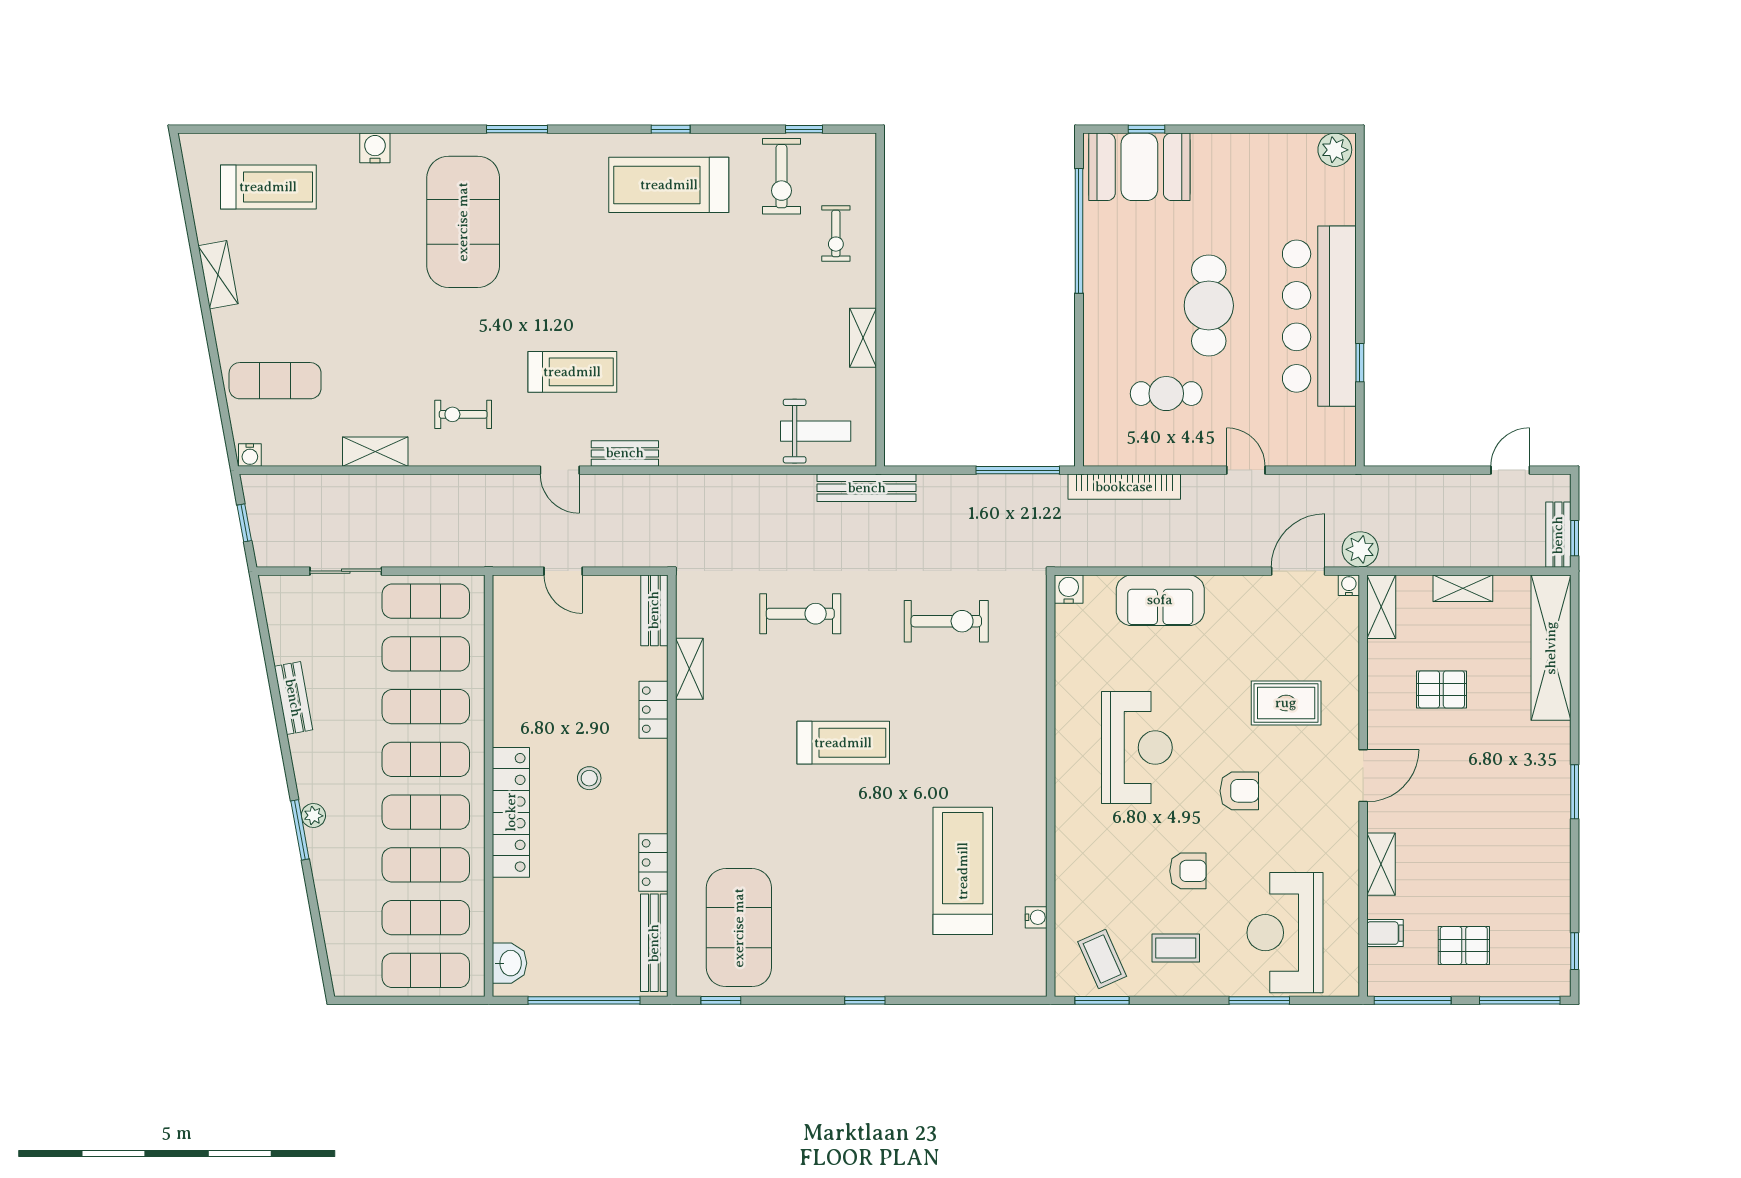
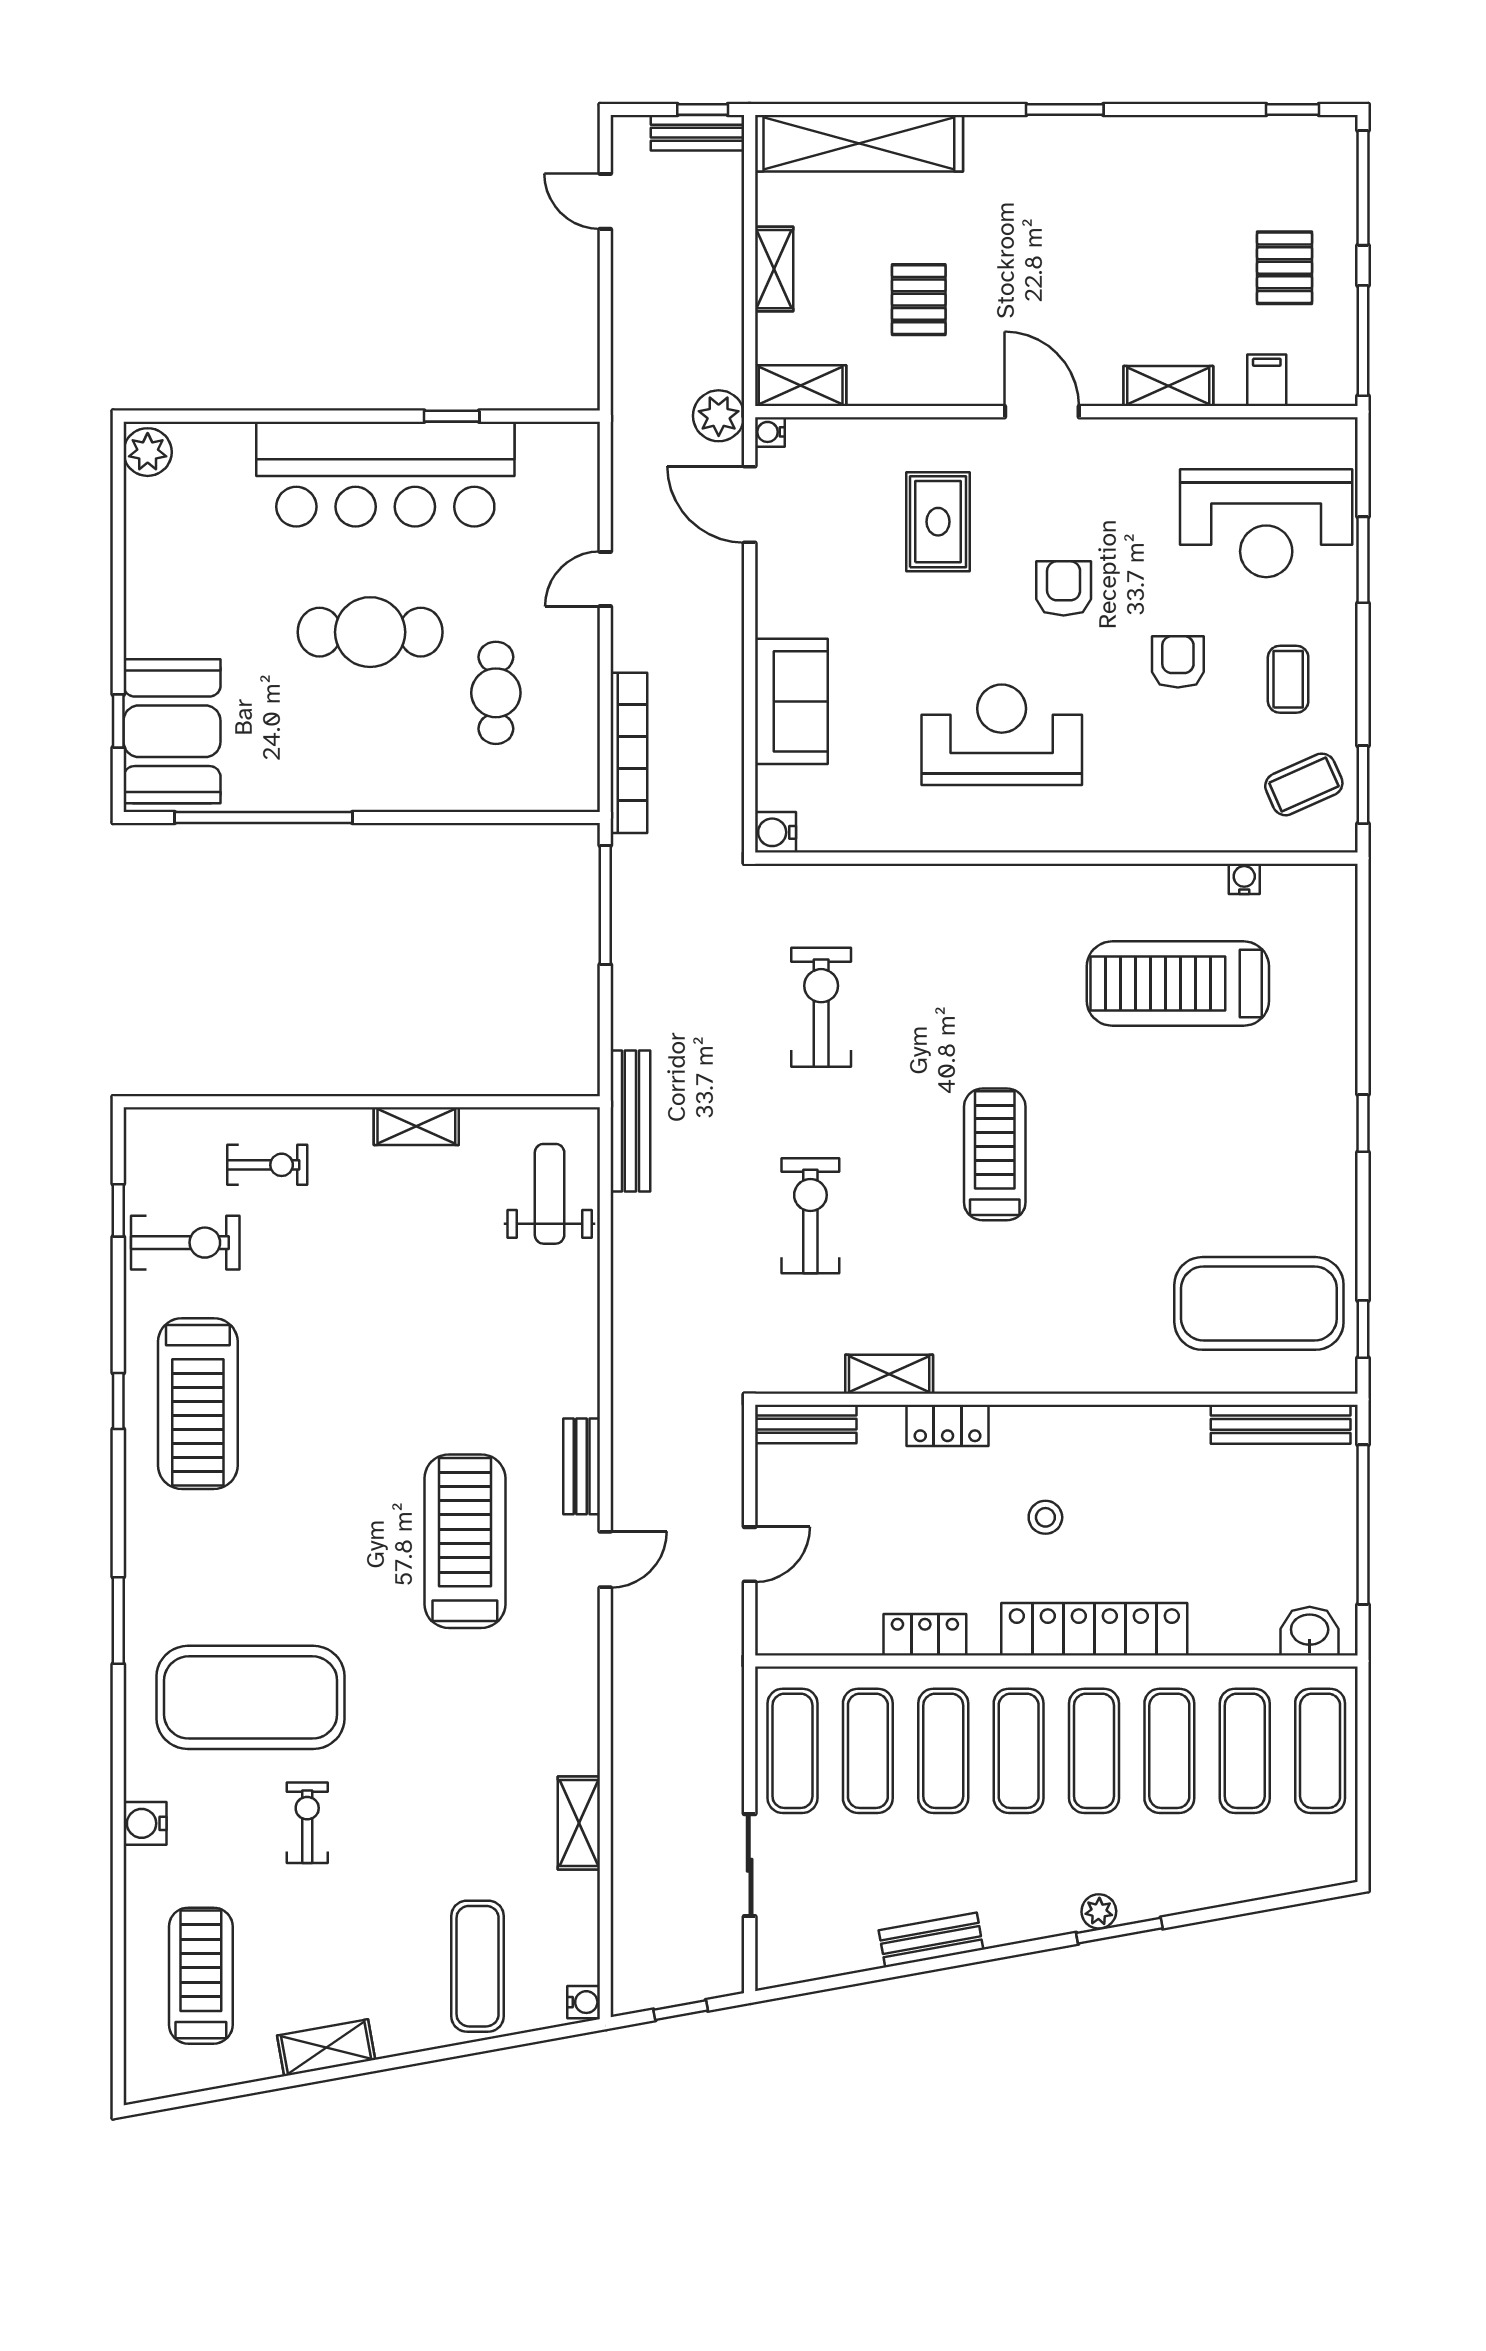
treadmill: (572, 372) -> (465, 1541), width x1.37, depth x1.38
exercise bike: (463, 414) -> (307, 1823), moved, turned 180
locker: (653, 862) -> (925, 1635), moved, turned 180

